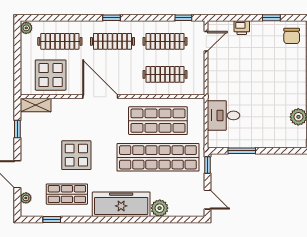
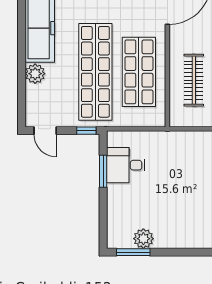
desk: (224, 115) -> (126, 165), moved, turned -90
door: (207, 200) -> (45, 131), hinge flipped

